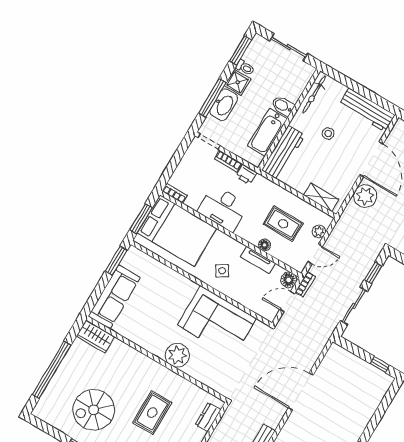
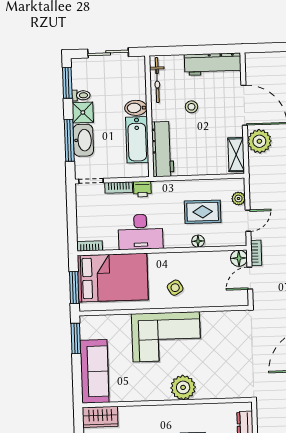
shelving: (321, 197) -> (236, 155), moved, turned 90
tv unit: (258, 260) -> (201, 258), removed
corner sofa: (217, 322) -> (166, 337), moved

